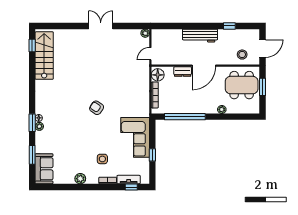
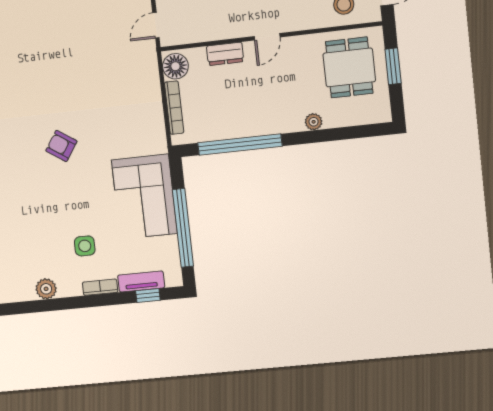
door: (204, 66) -> (267, 37), width x0.53
dining table: (242, 85) -> (349, 67), width x0.73
window: (152, 155) -> (183, 228), width x3.17

